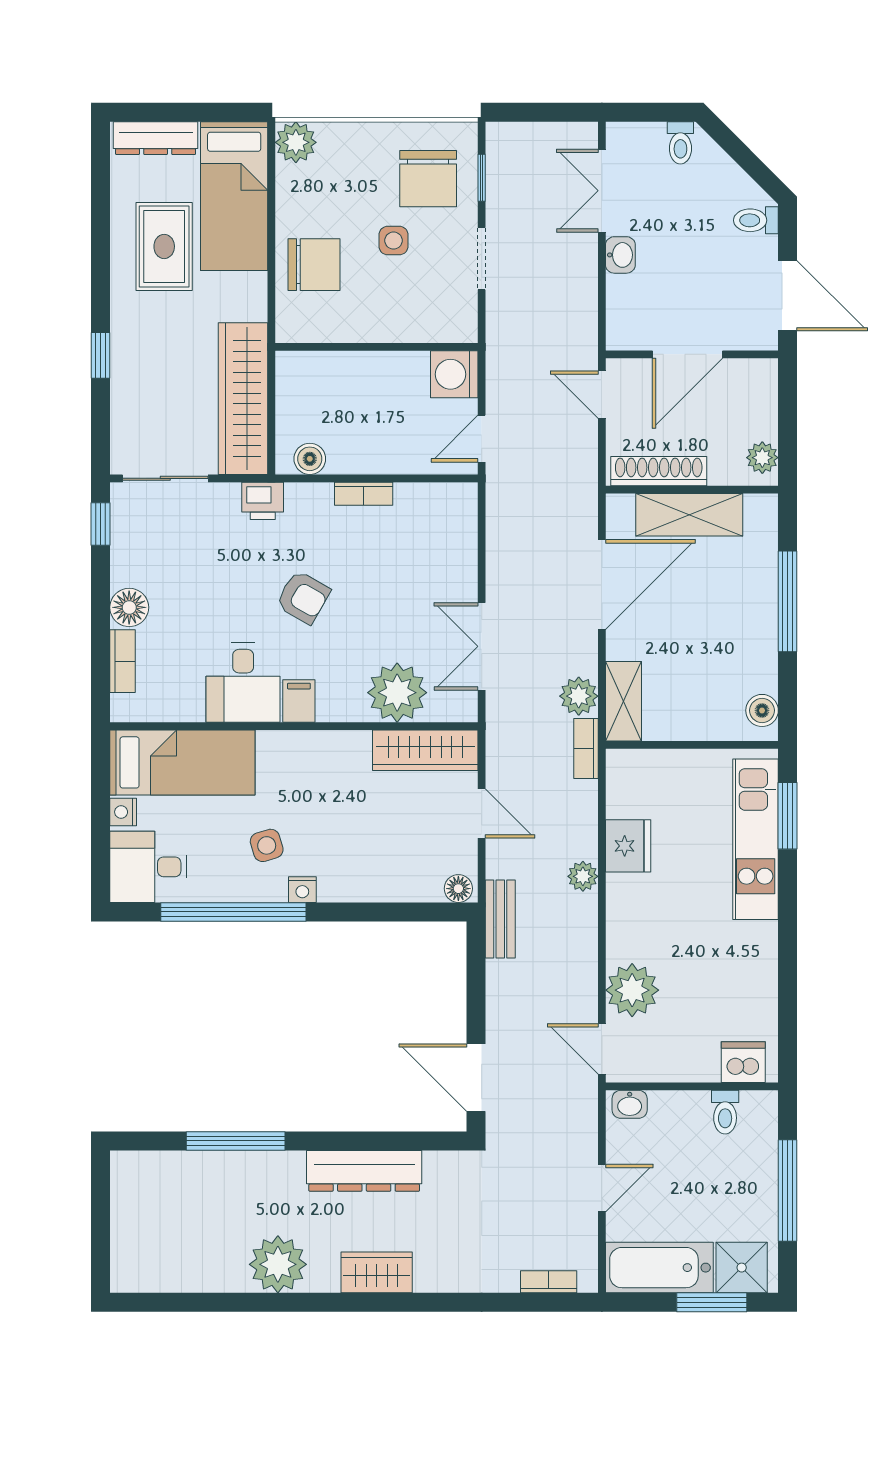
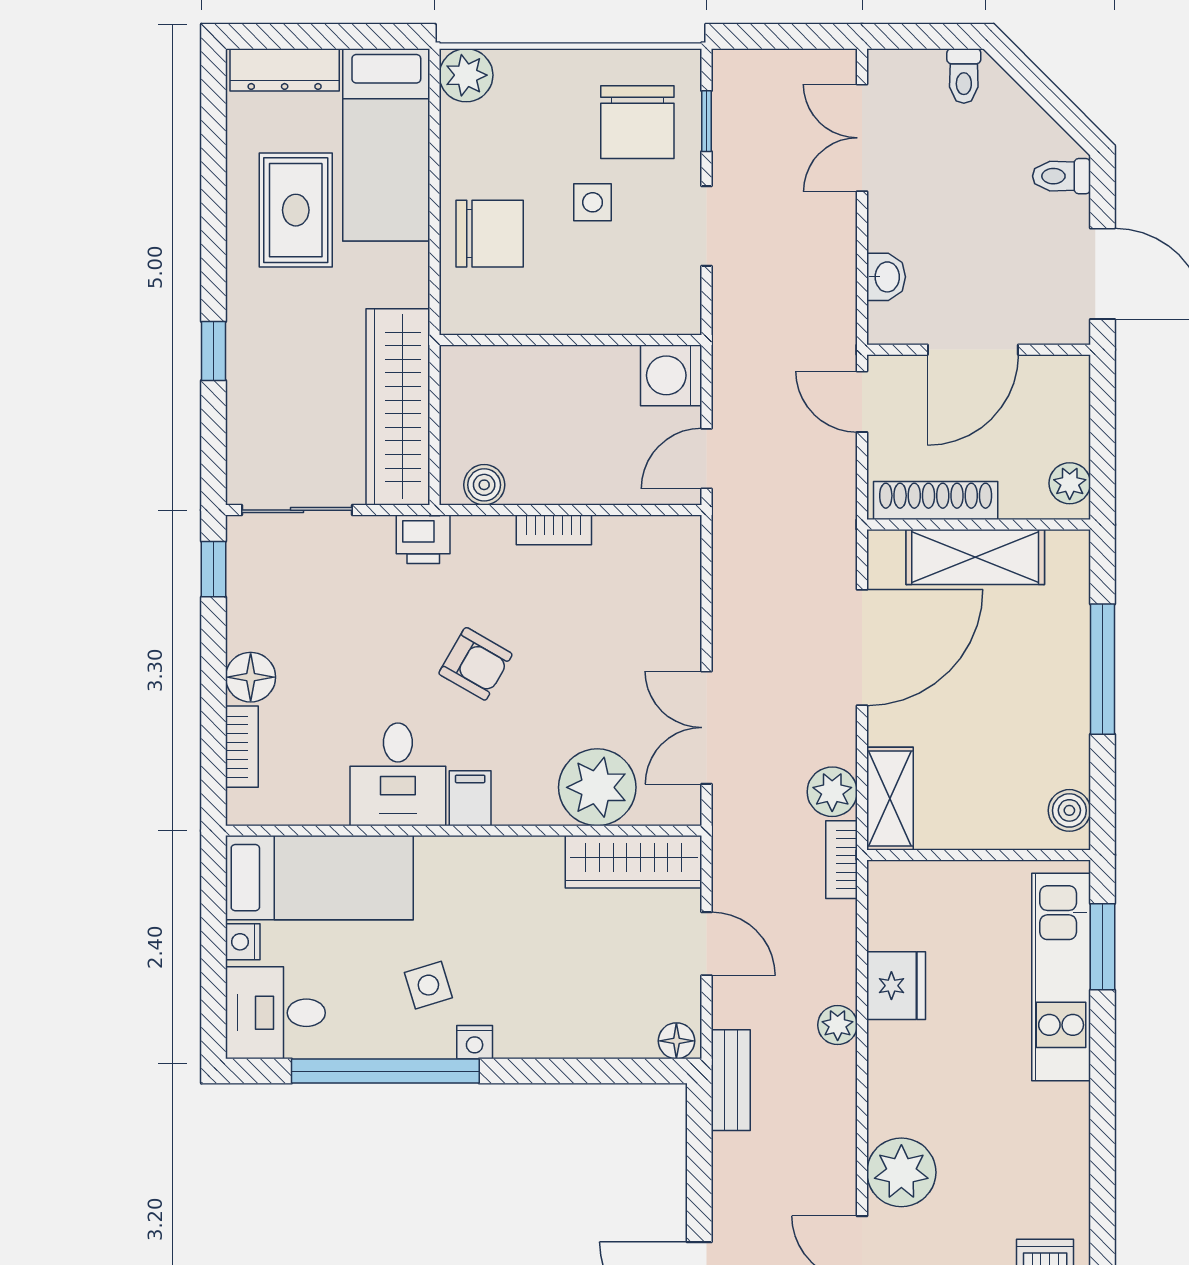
washbasin: (620, 255) -> (886, 277), moved

